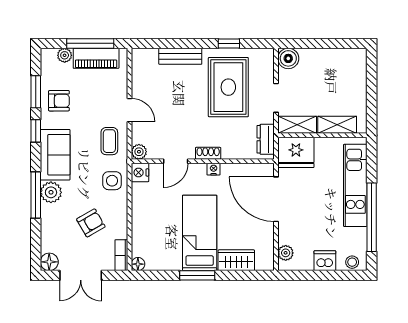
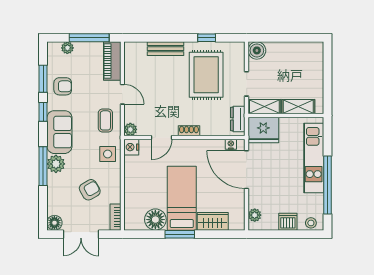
piano: (96, 58) -> (112, 61), moved, turned 90
nightstand: (214, 169) -> (231, 144), moved
floor lamp: (138, 264) -> (155, 220), moved, width x1.89, depth x1.89

